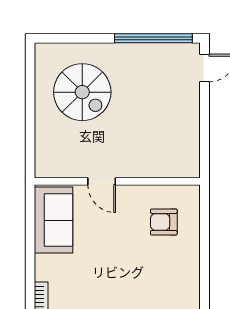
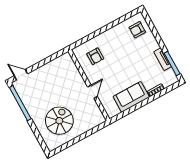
sofa: (54, 220) -> (131, 97), moved

